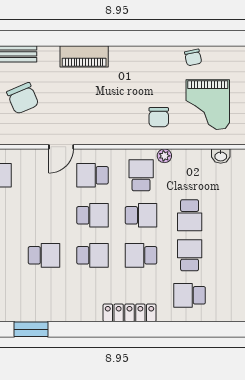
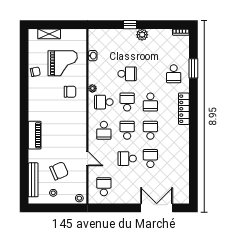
door: (61, 147) -> (87, 159), moved
school desk: (190, 255) -> (127, 159), moved
window: (31, 329) -> (193, 68), moved

